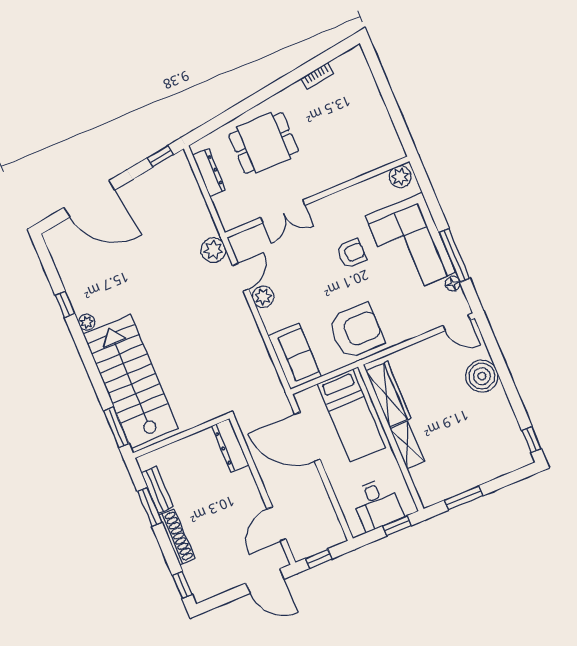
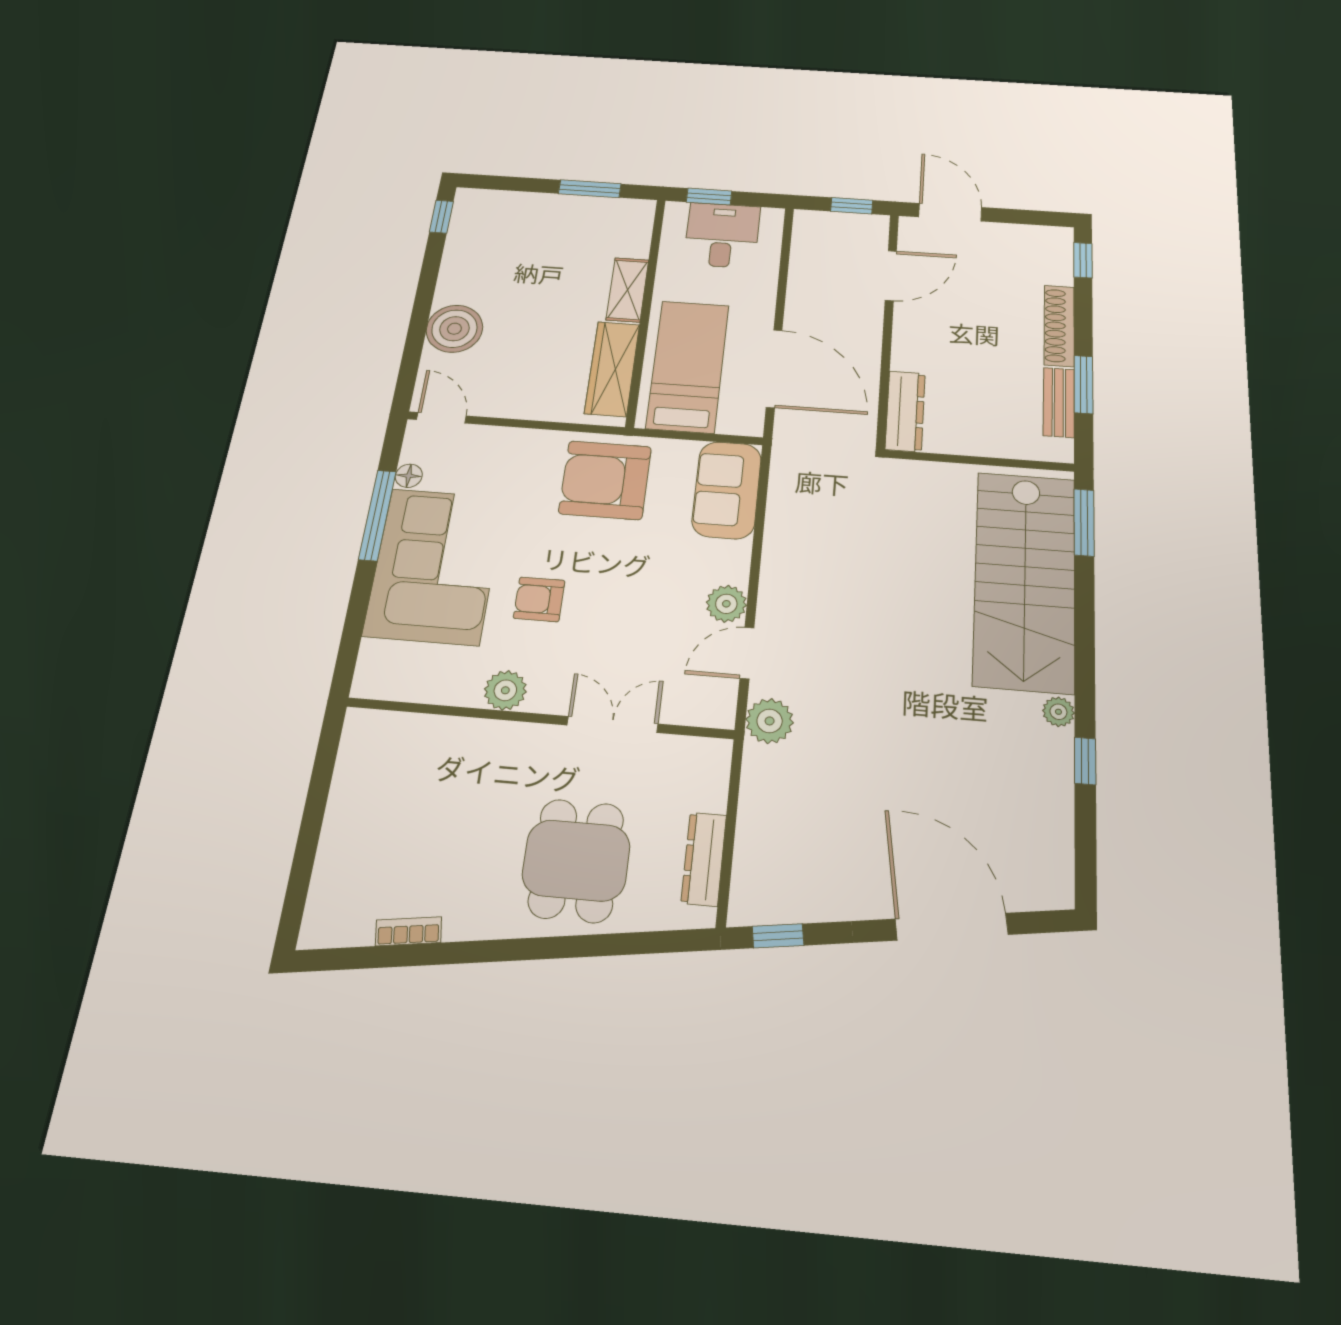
dining table: (264, 143) -> (576, 860), turned 90
plant: (400, 177) -> (505, 690), moved

